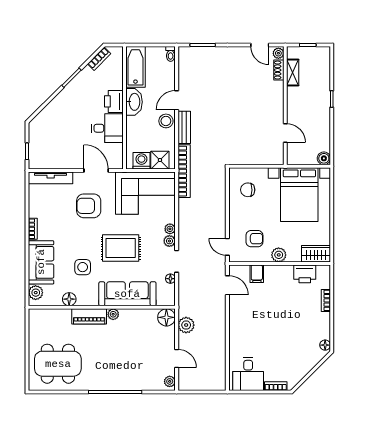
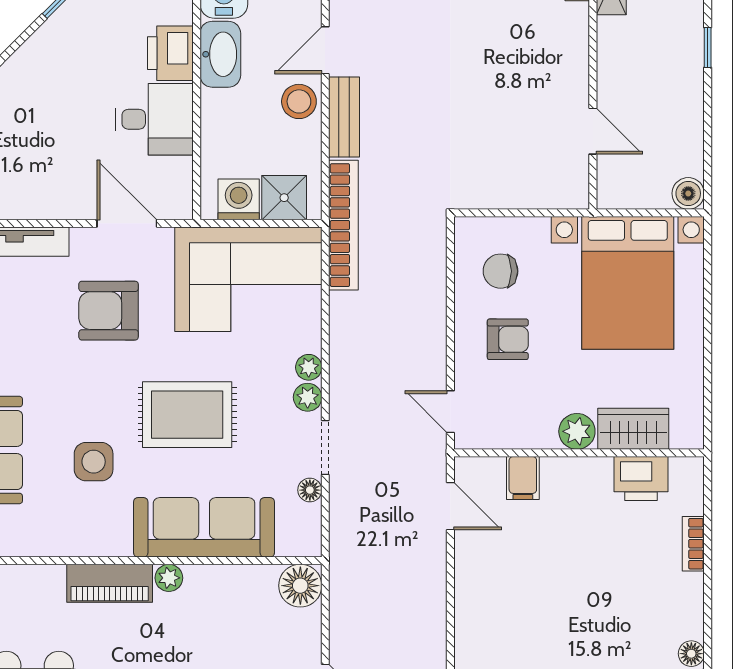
armchair: (254, 239) -> (508, 339), moved
wardrobe: (316, 254) -> (633, 429), moved
floor lamp: (69, 299) -> (61, 541), removed
plant: (186, 325) -> (349, 604), removed

